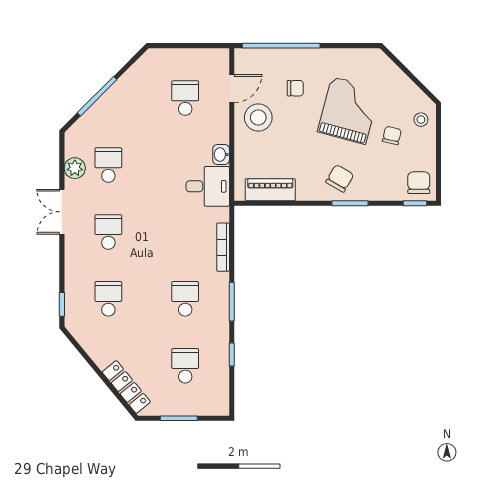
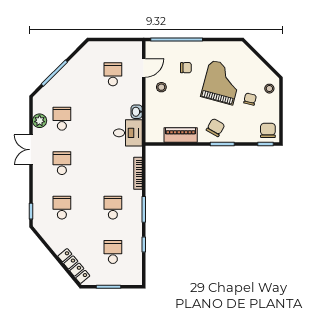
stool: (258, 117) -> (161, 87), width x0.53, depth x0.53
piano: (270, 190) -> (181, 135), moved

